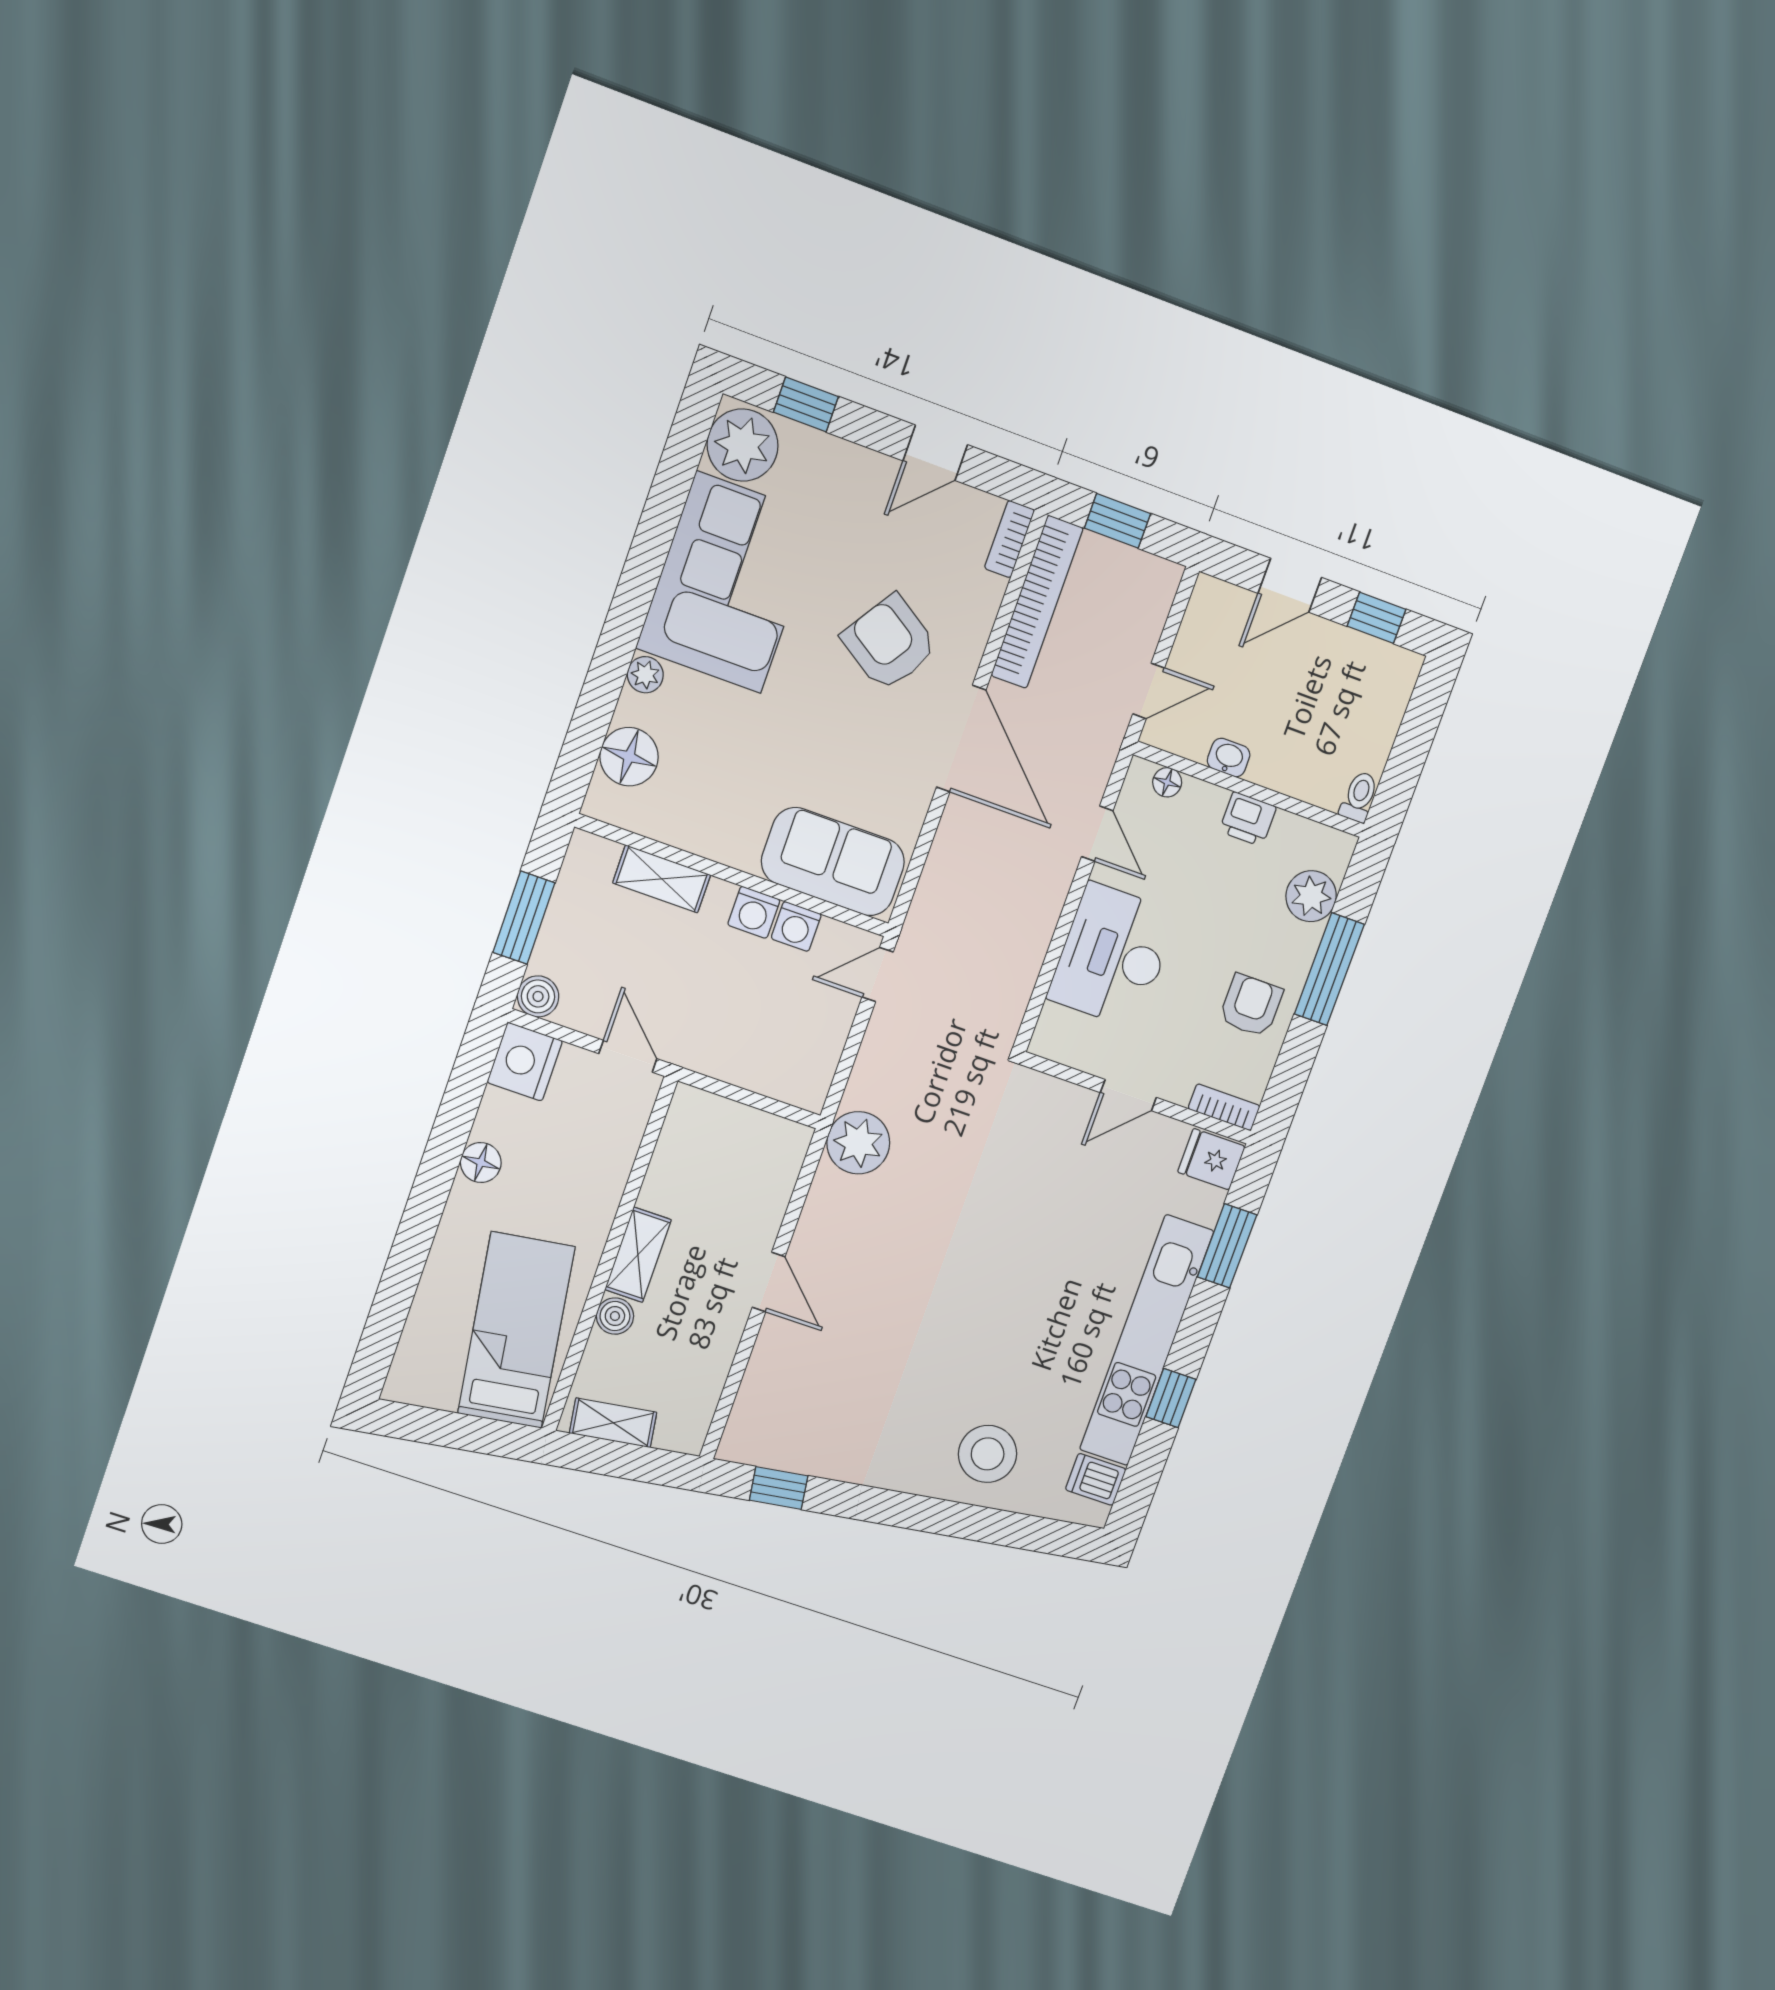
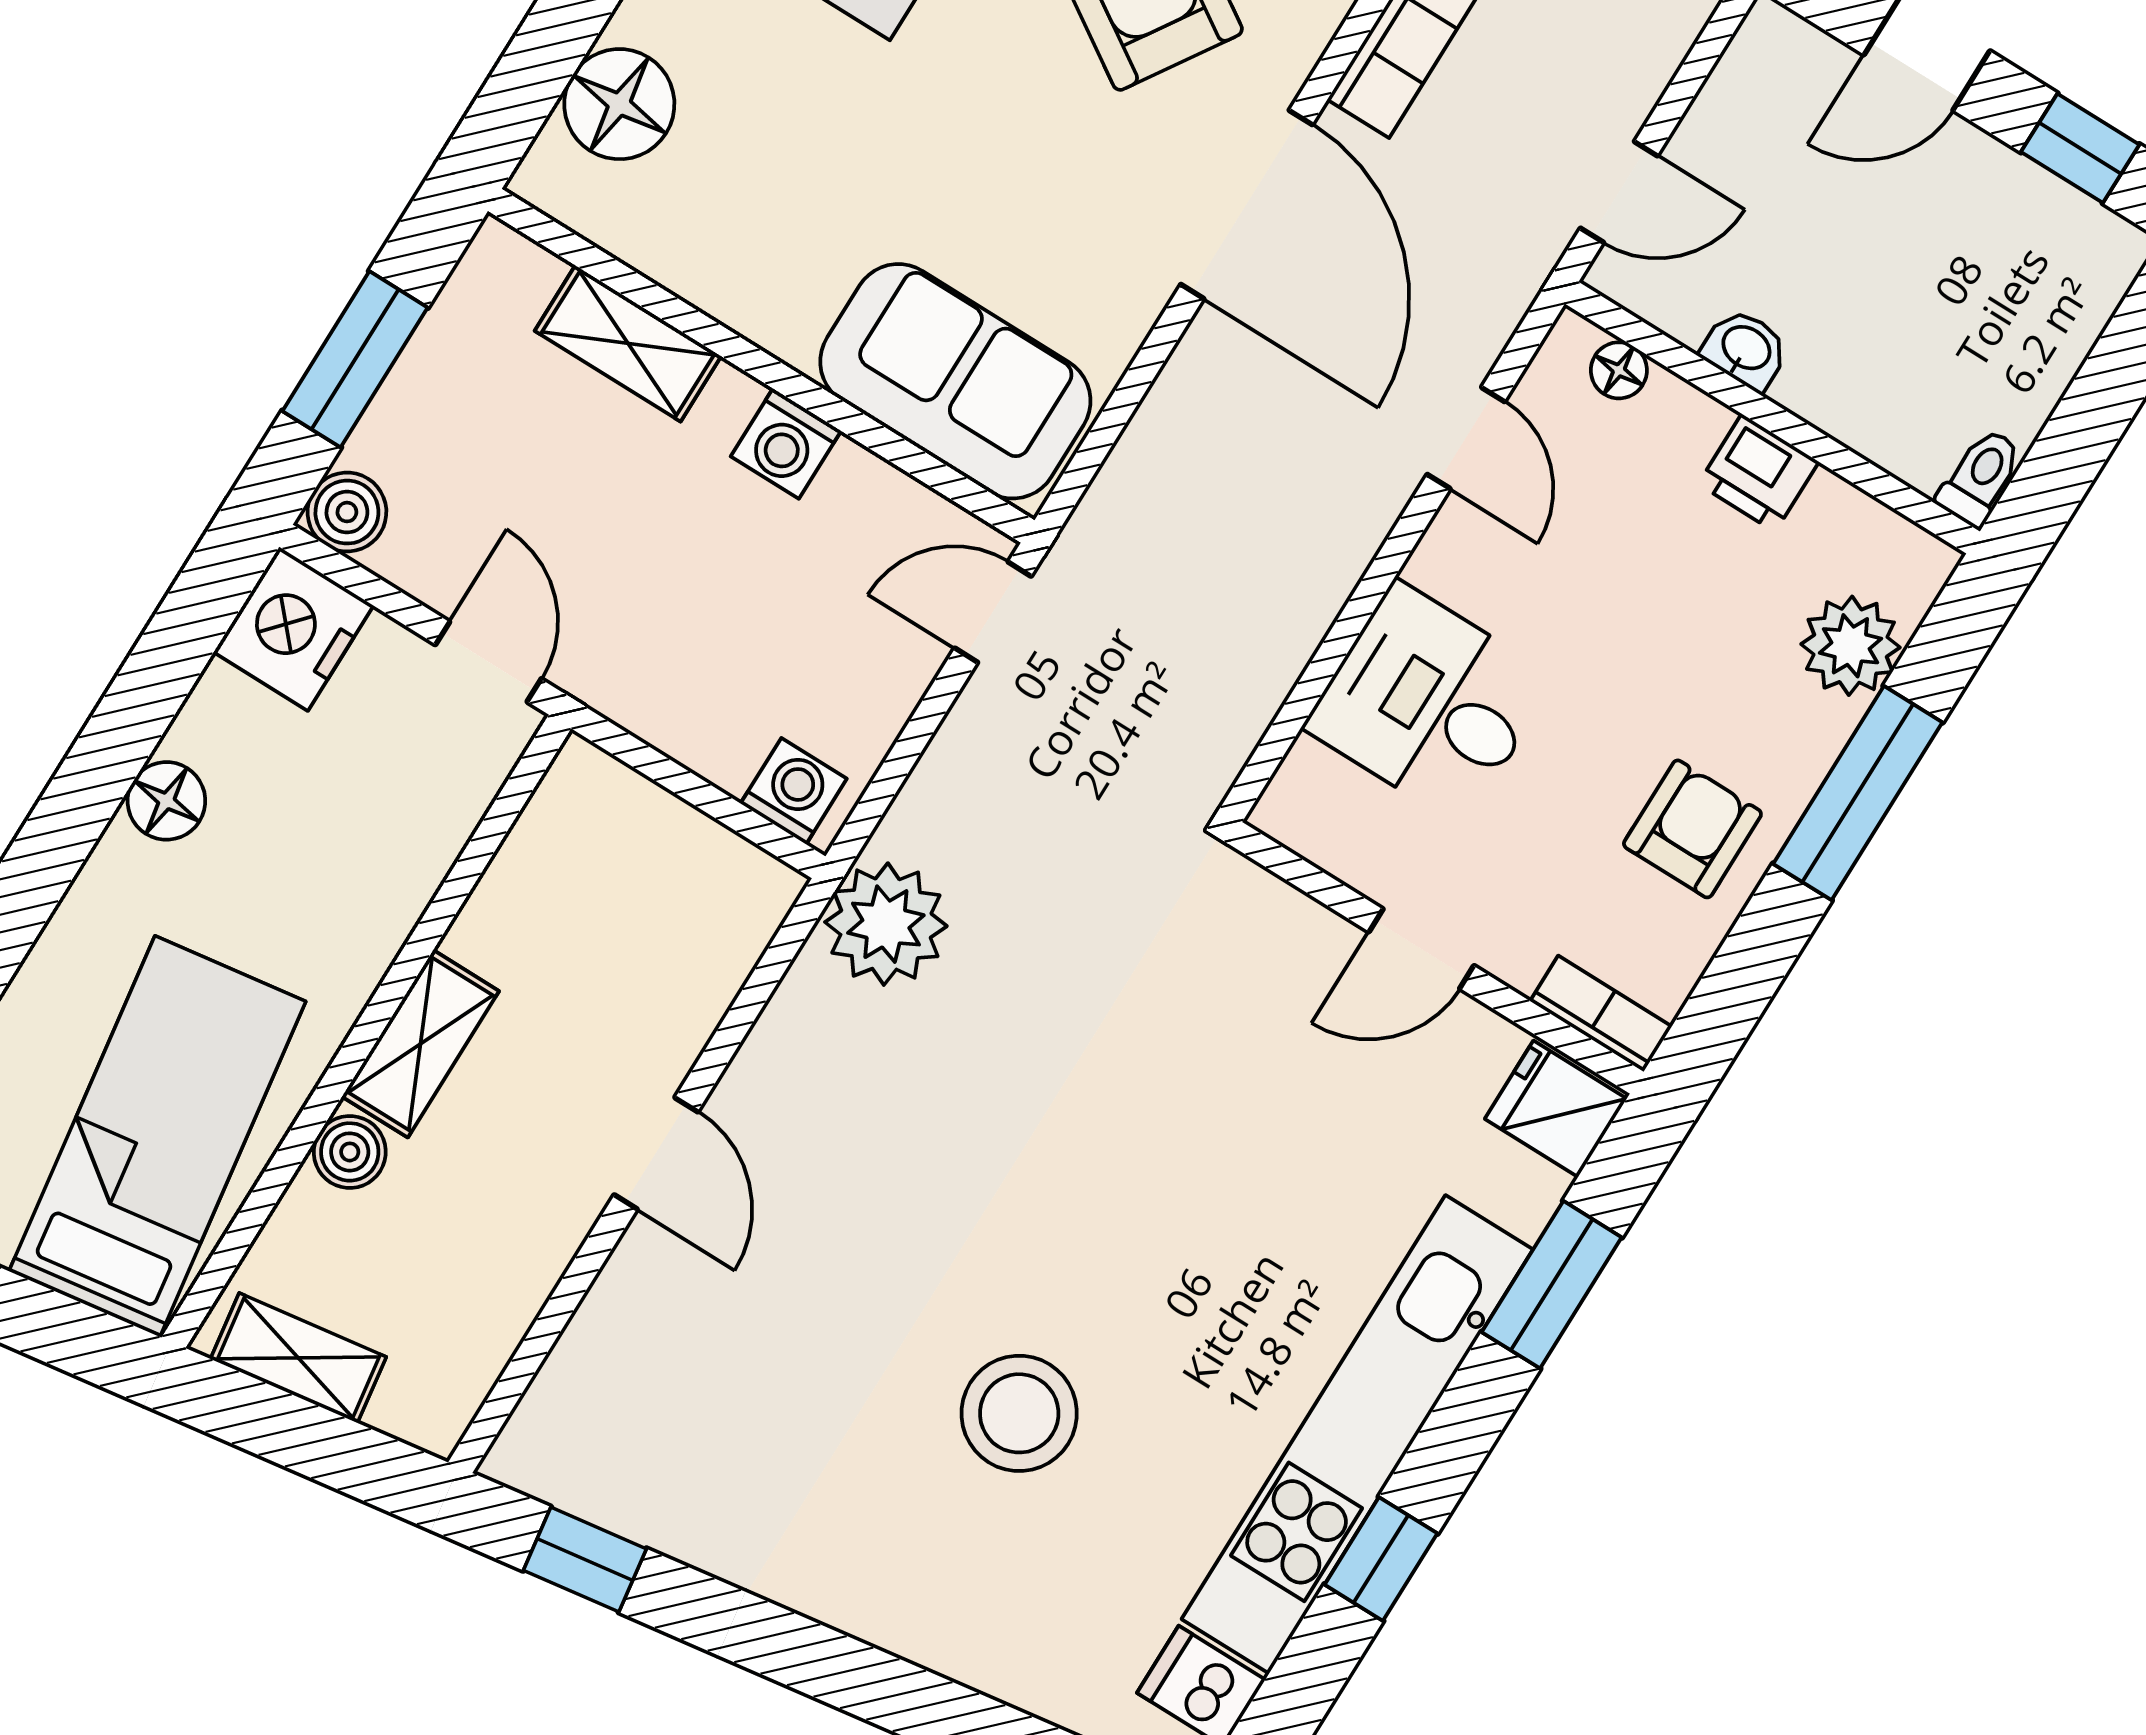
washing machine: (796, 926) -> (794, 791), moved, turned 180
desk: (1113, 955) -> (1430, 703), width x0.73
stool: (988, 1454) -> (1019, 1413), moved

